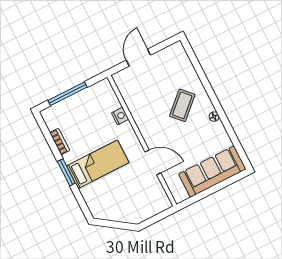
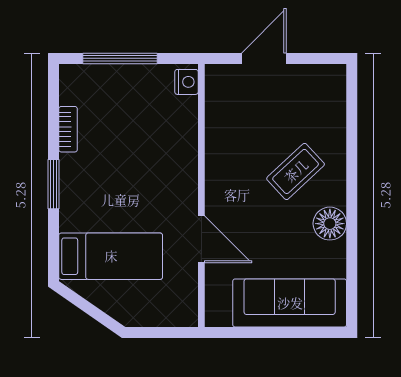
nightstand: (120, 116) -> (186, 82), moved
floor lamp: (214, 117) -> (330, 224), width x1.89, depth x1.89
bed: (98, 164) -> (111, 256), moved

